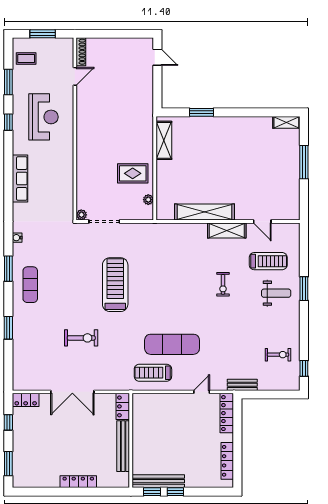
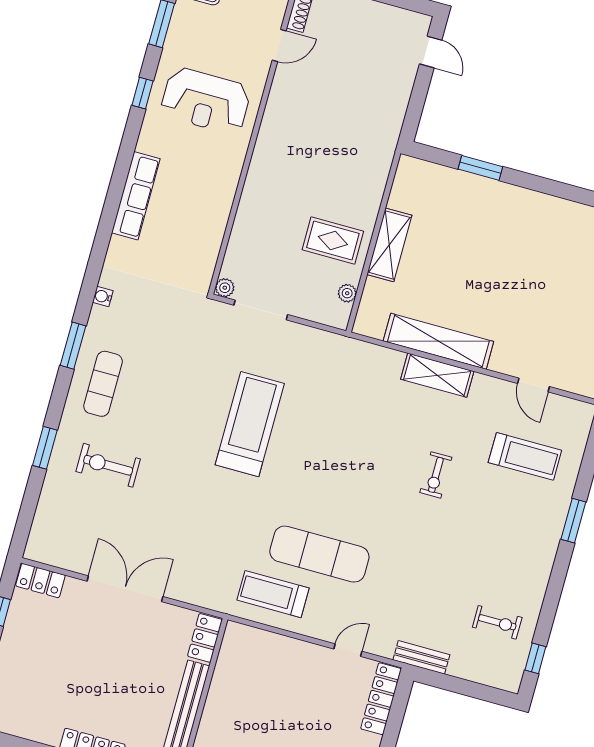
reception desk: (43, 117) -> (206, 101), turned 90
shelving: (164, 140) -> (389, 245), moved
shelving: (227, 230) -> (437, 375), moved
weight bench: (276, 293) -> (523, 515), removed
exercise bike: (81, 338) -> (108, 465), moved, turned 180
double door: (72, 392) -> (125, 589), swing flipped

